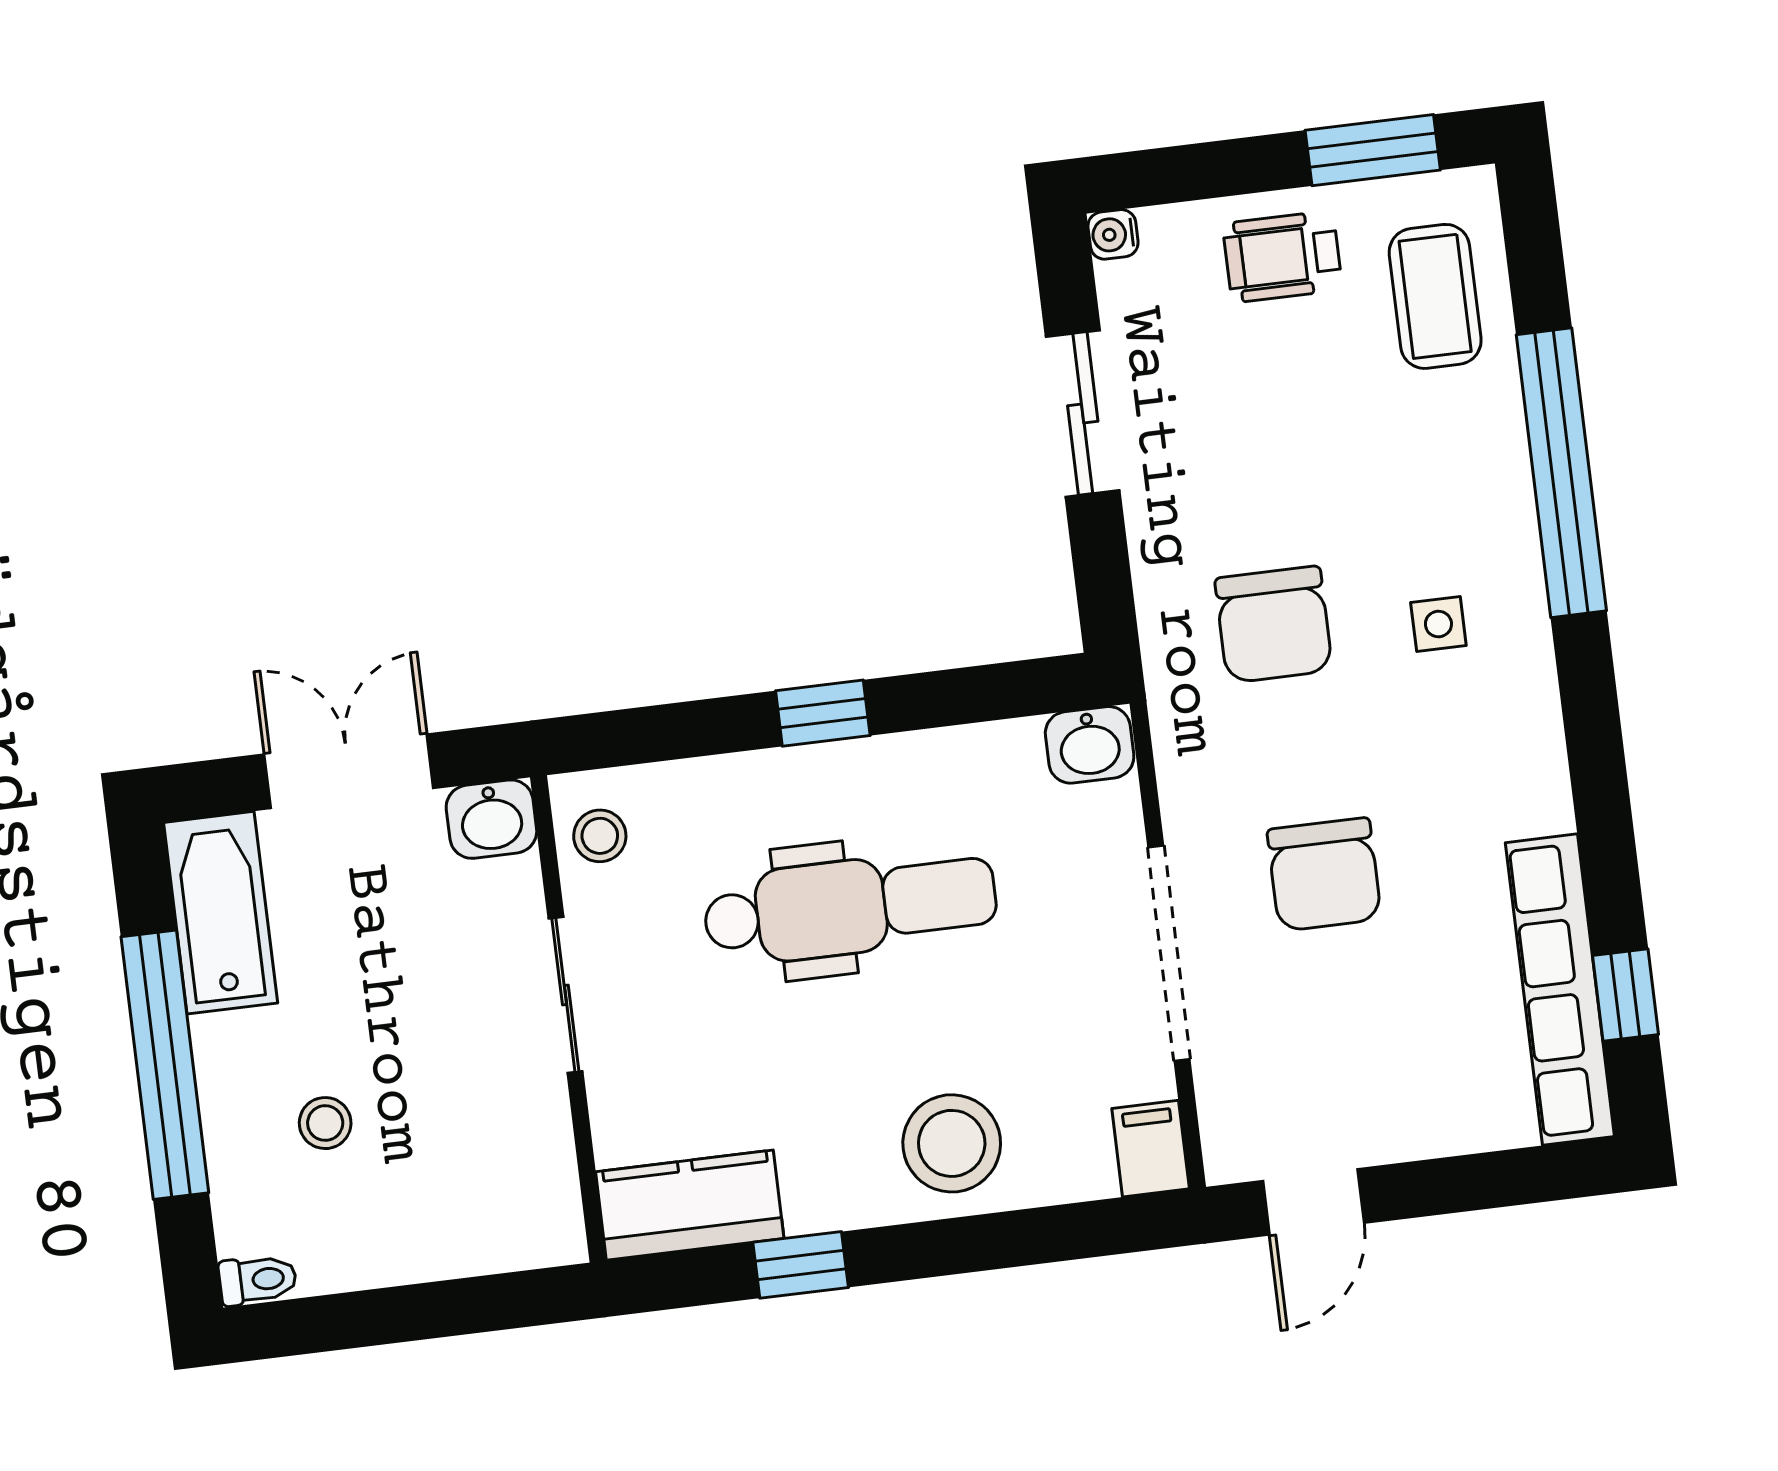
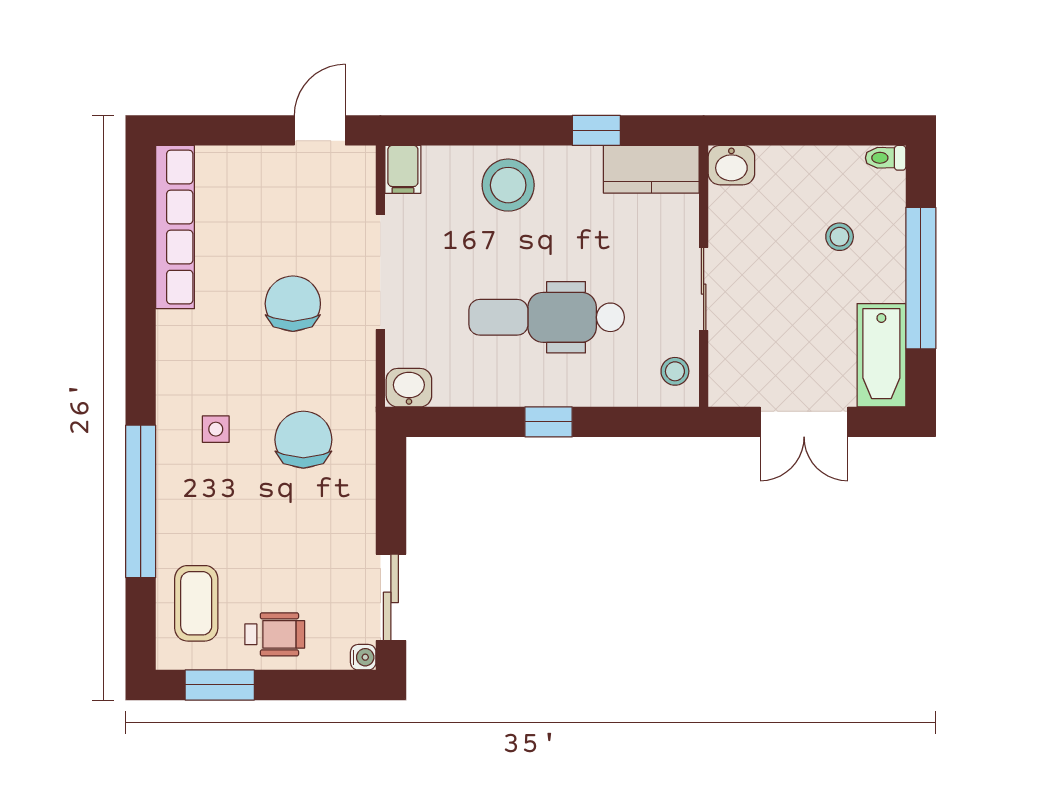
sliding door: (1083, 413) -> (391, 597), moved
washbasin: (491, 819) -> (731, 165), moved, turned 180
window: (1625, 995) -> (141, 220), removed

